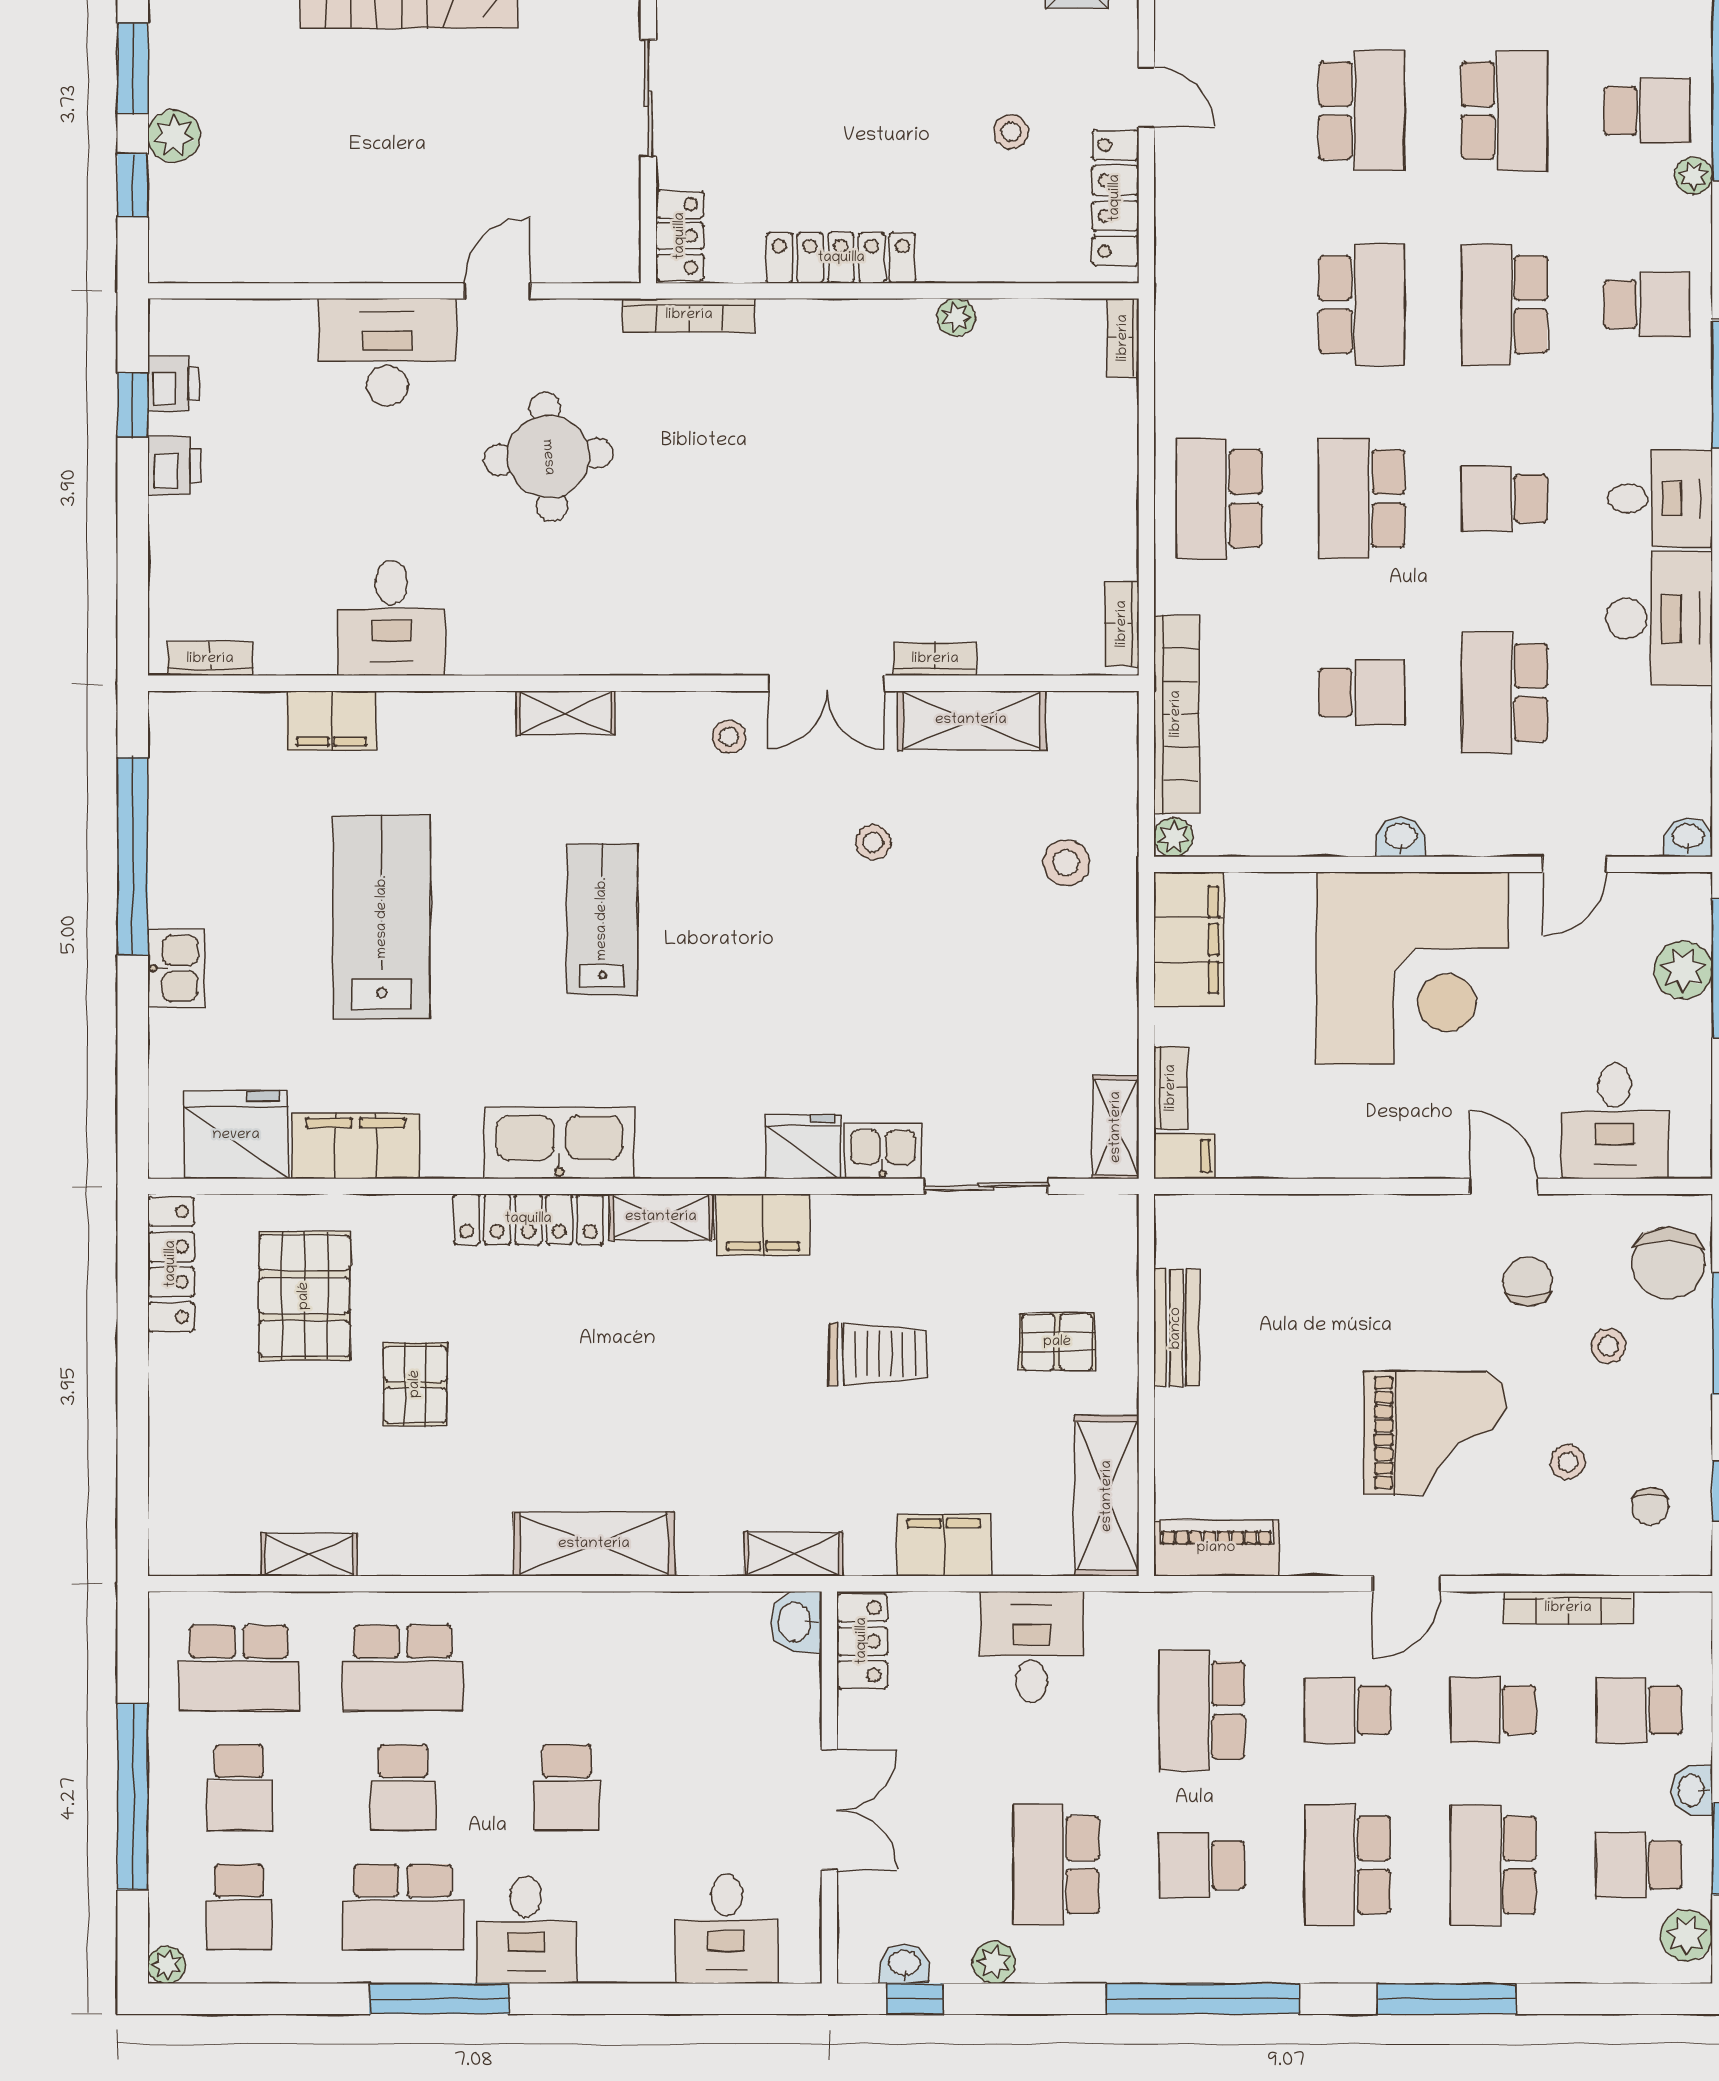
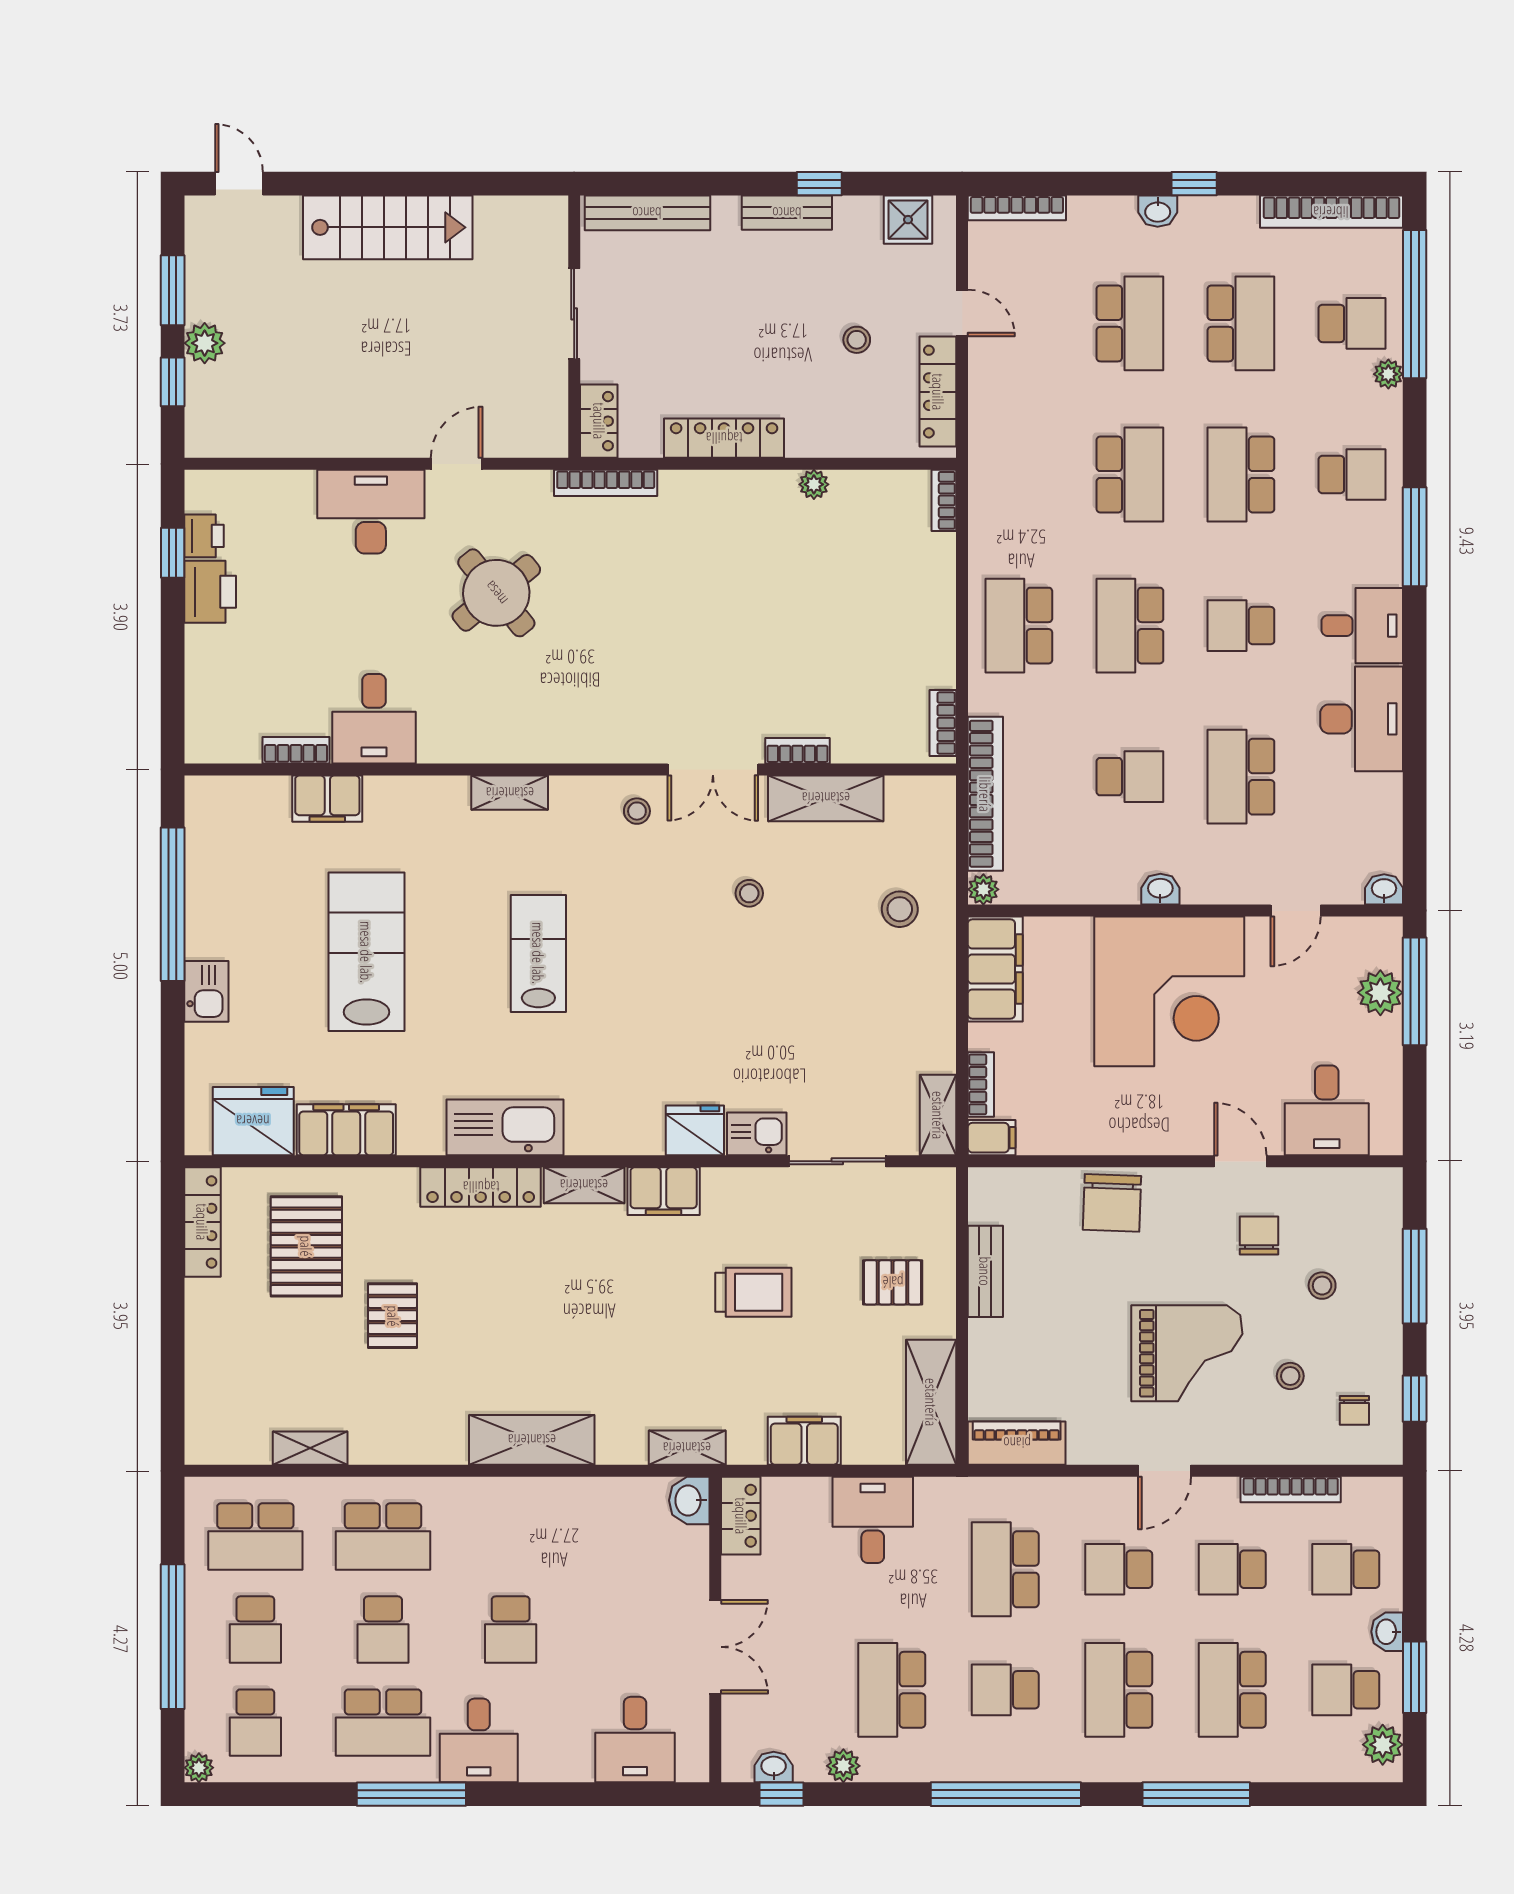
round table: (548, 457) -> (496, 593), turned -35
printer: (174, 466) -> (210, 592), width x1.36, depth x1.24
bookcase: (210, 659) -> (296, 750), moved
chair: (1668, 1263) -> (1112, 1203), moved

